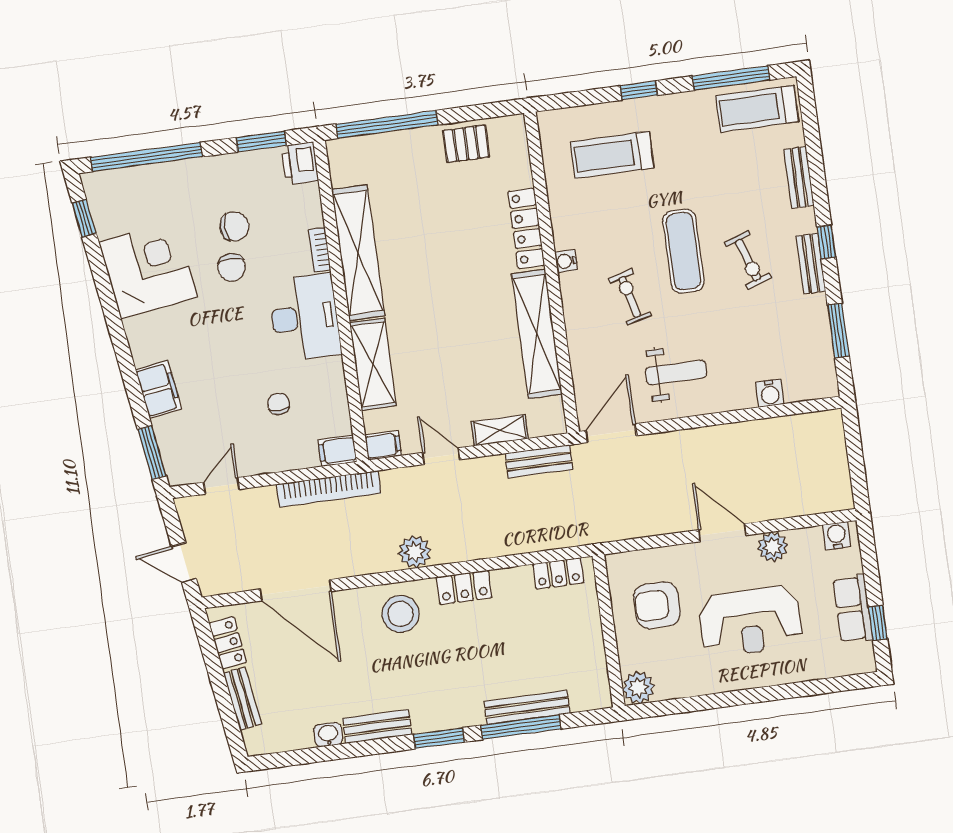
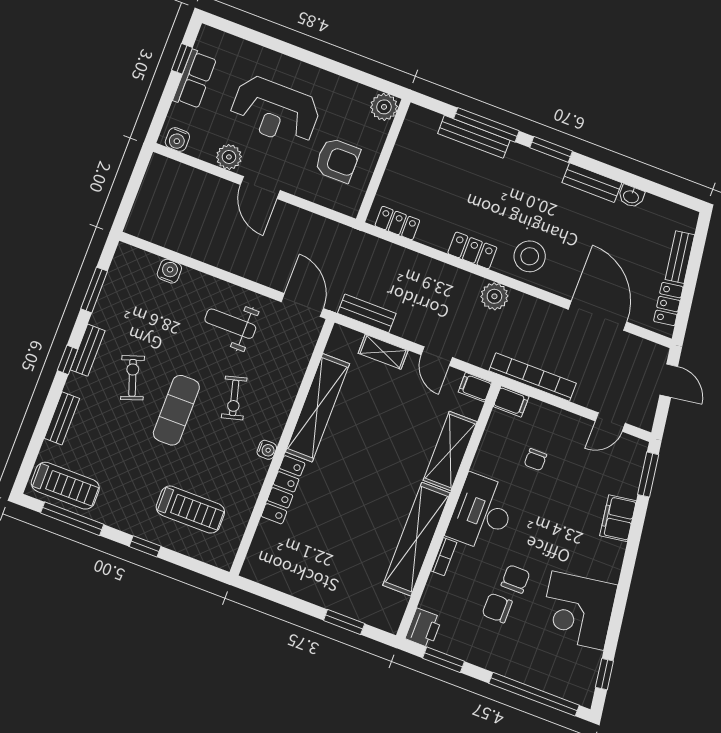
window: (387, 124) -> (344, 622), width x0.47
pallet: (466, 144) -> (293, 576), removed
door: (611, 433) -> (302, 305), swing flipped
reception desk: (750, 621) -> (275, 111), turned 180

